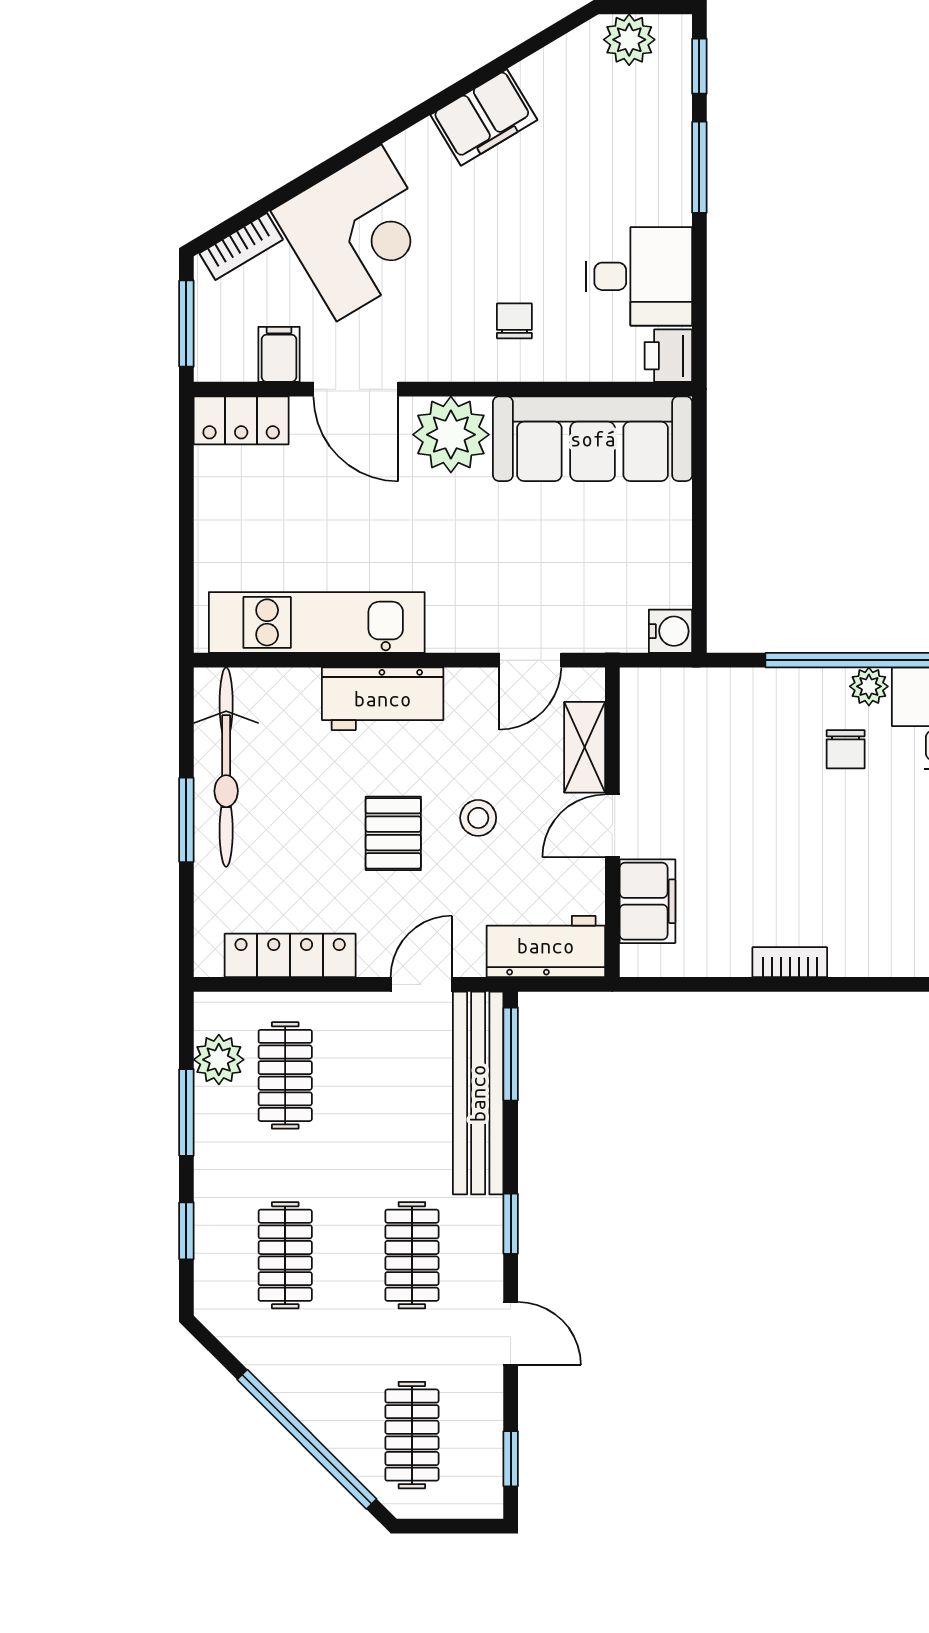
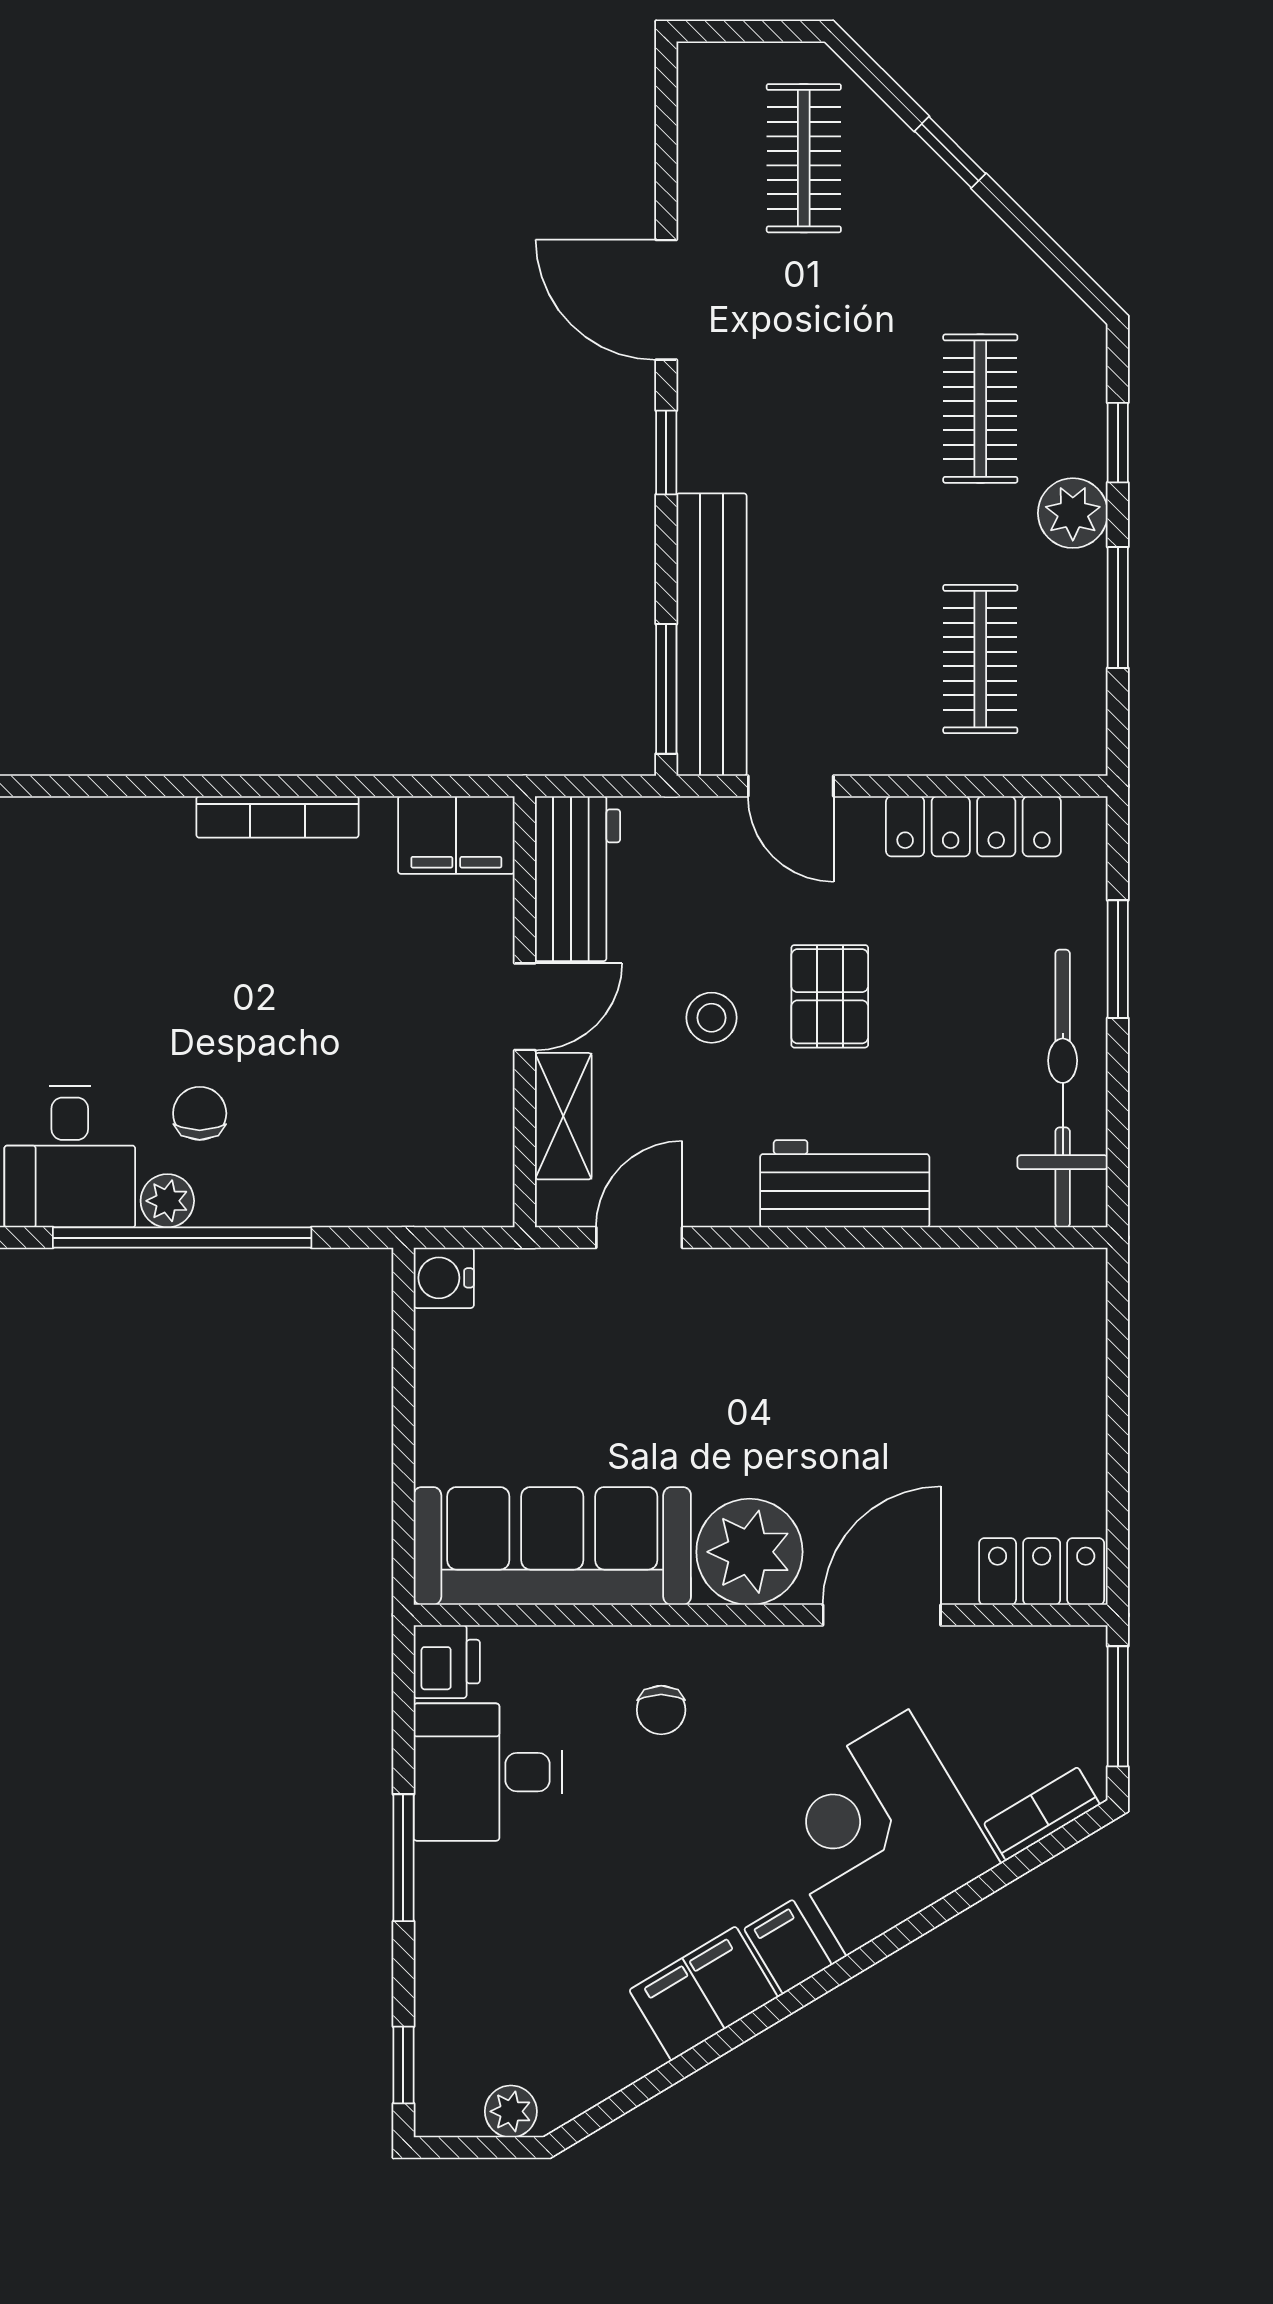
plant: (629, 40) -> (511, 2111), width x0.73, depth x0.73
window: (699, 167) -> (403, 1858), moved
filing cabinet: (279, 354) -> (788, 1947), moved, turned 149
door: (356, 389) -> (882, 1615), hinge flipped
kitchen unit: (317, 622) -> (936, 1290), removed
window: (186, 820) -> (1118, 959), moved
filing cabinet: (647, 901) -> (456, 835), moved, turned -90
workbench: (546, 946) -> (577, 879), moved, turned -90
bookcase: (790, 962) -> (278, 817), width x1.56
door: (421, 984) -> (791, 786), hinge flipped
plant: (219, 1060) -> (1073, 513), moved
clothes rail: (412, 1255) -> (804, 409), removed
door: (511, 1333) -> (666, 300), width x1.38
window: (307, 1439) -> (950, 152), width x0.32
window: (511, 1459) -> (666, 125), removed

